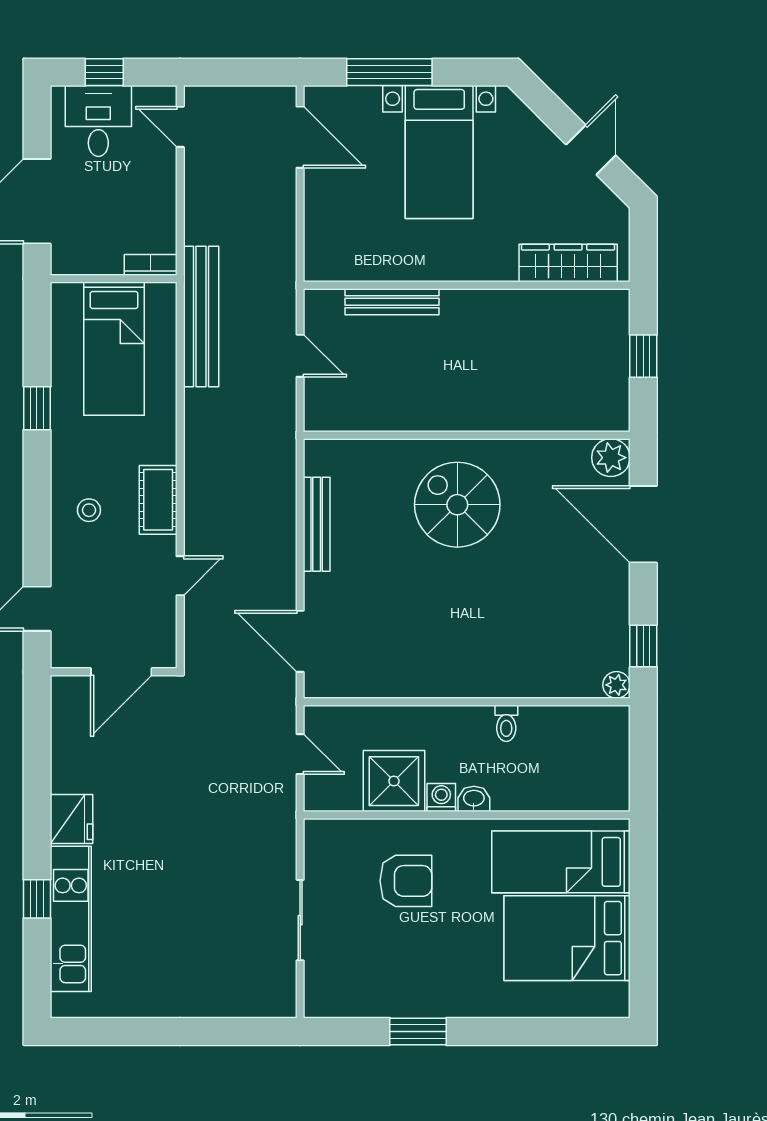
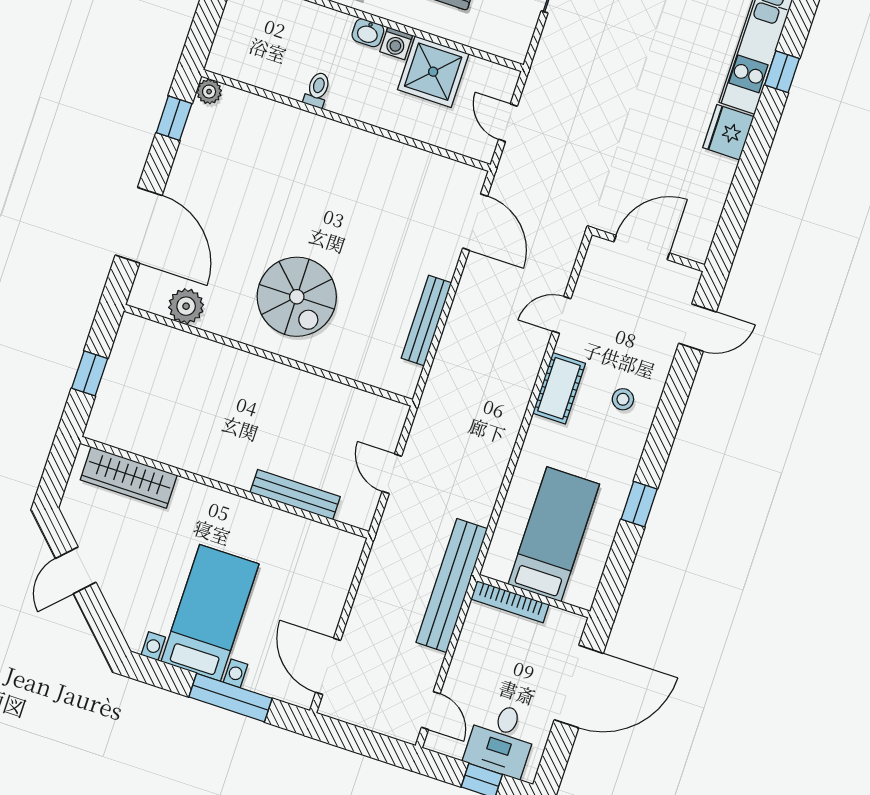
bookcase: (151, 265) -> (510, 602), width x1.56
bench: (201, 317) -> (452, 586), moved
plant: (611, 458) -> (186, 306), moved

